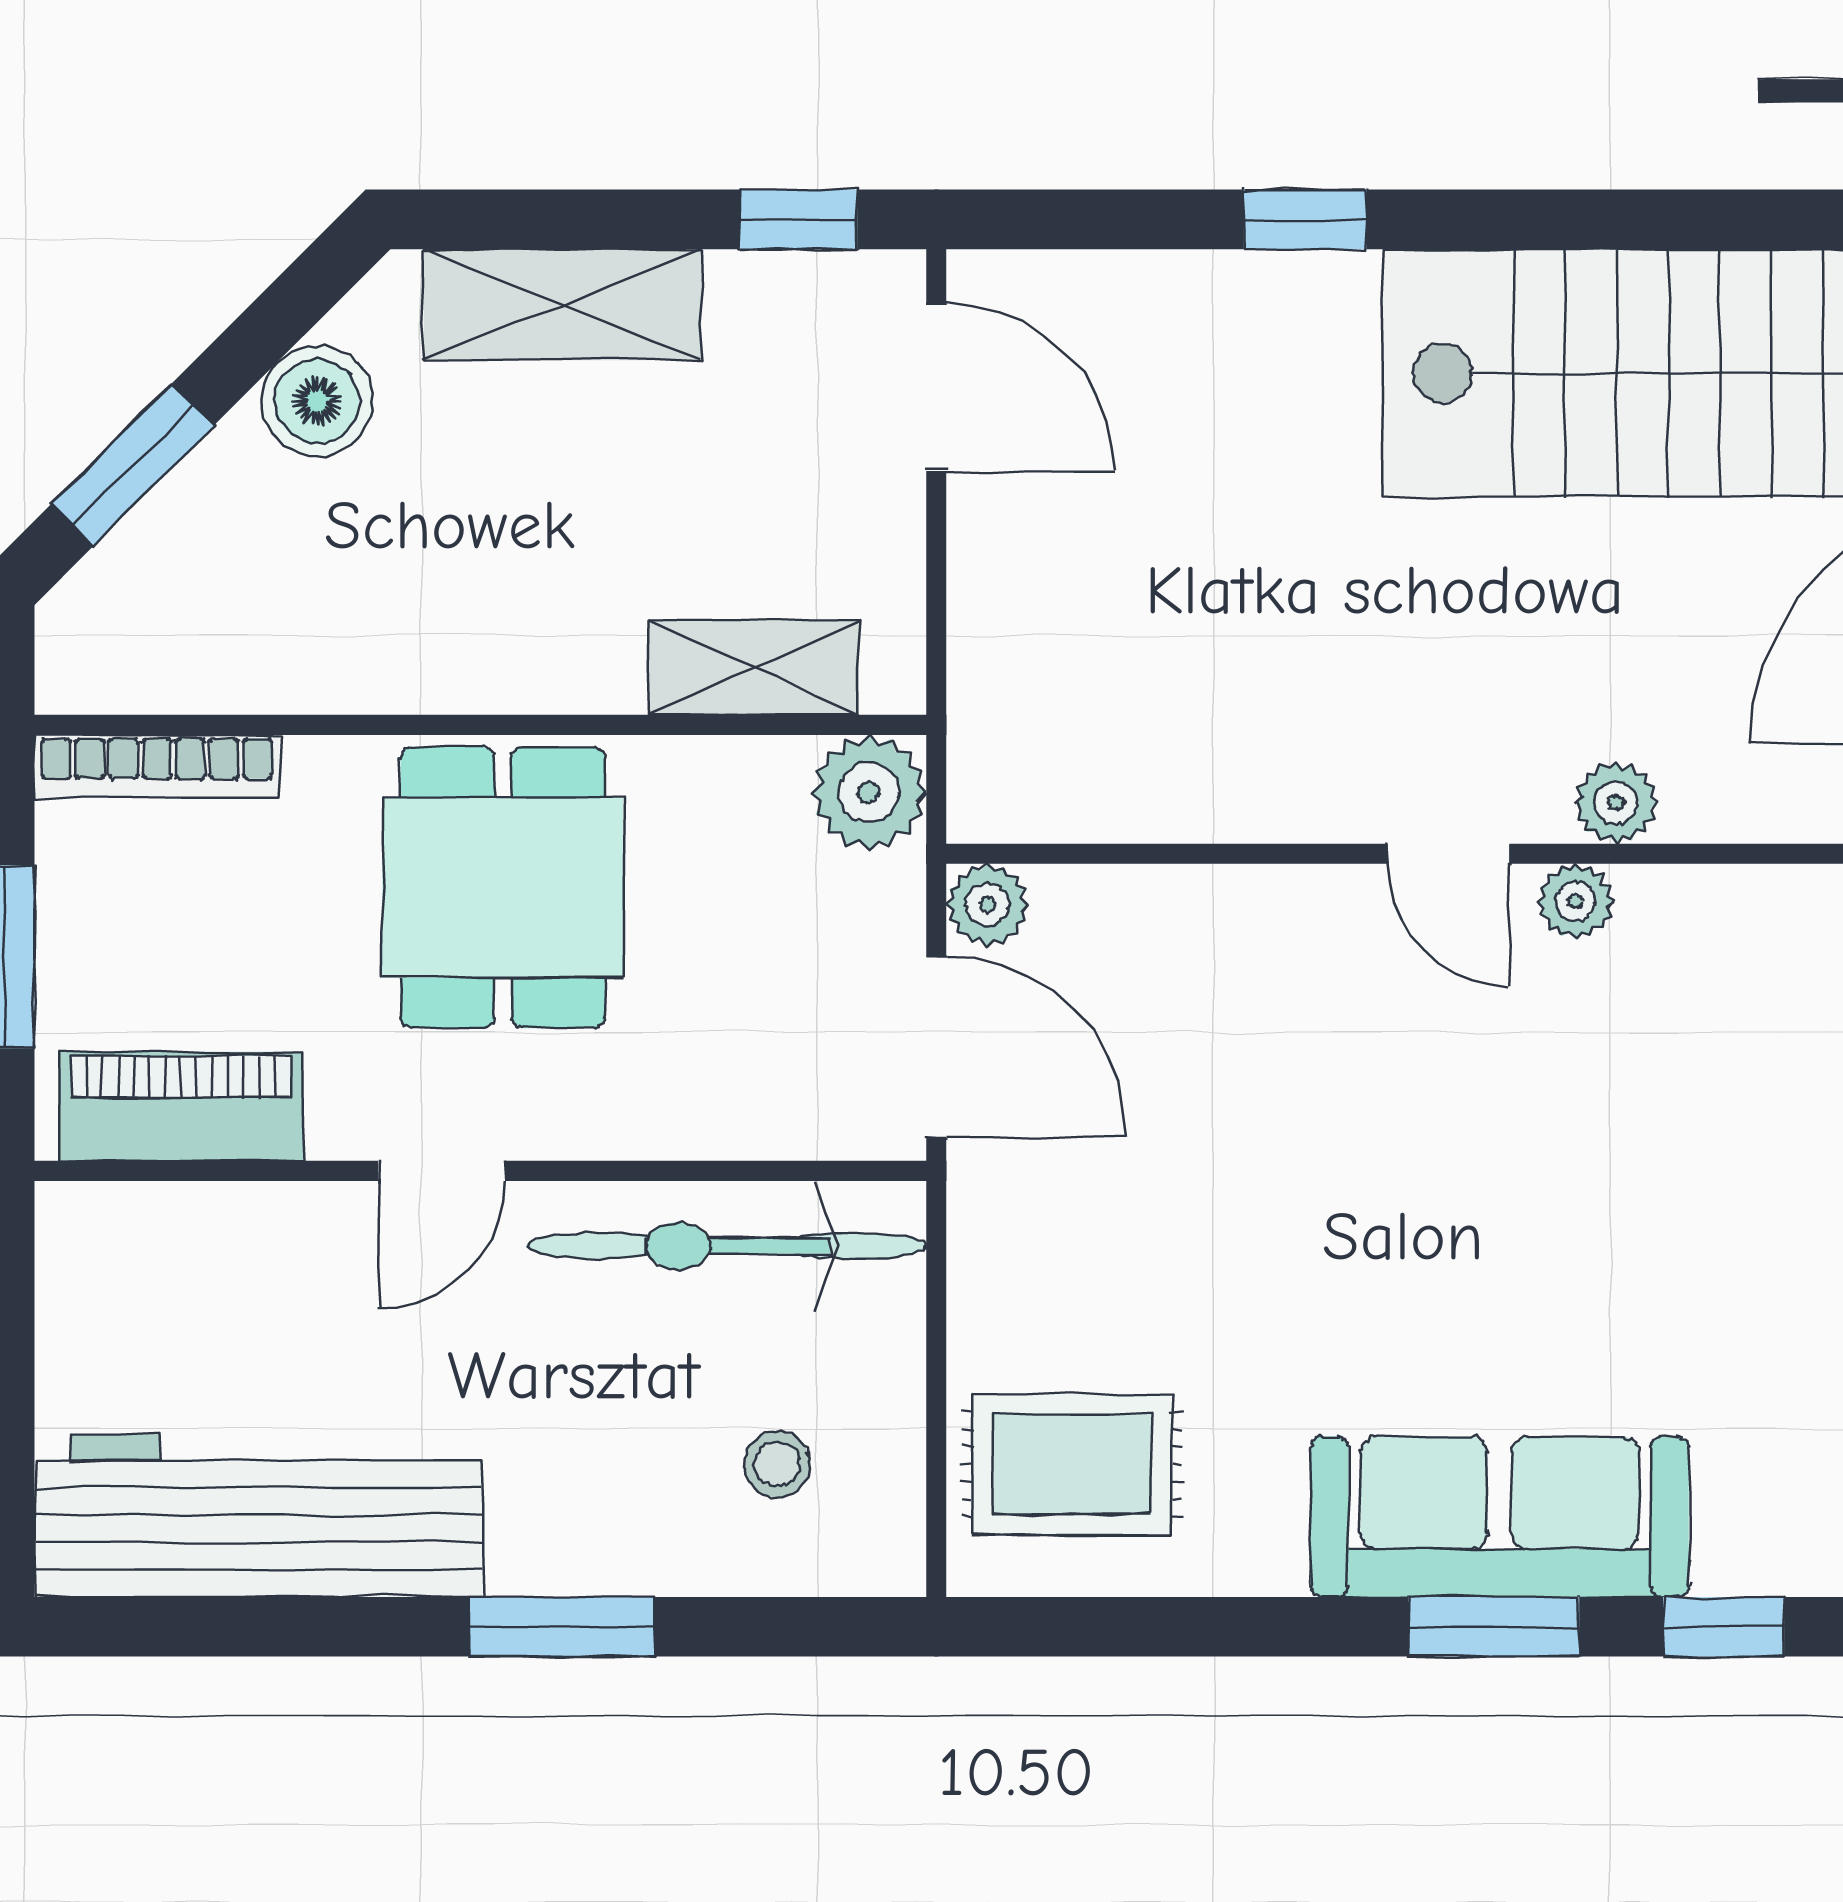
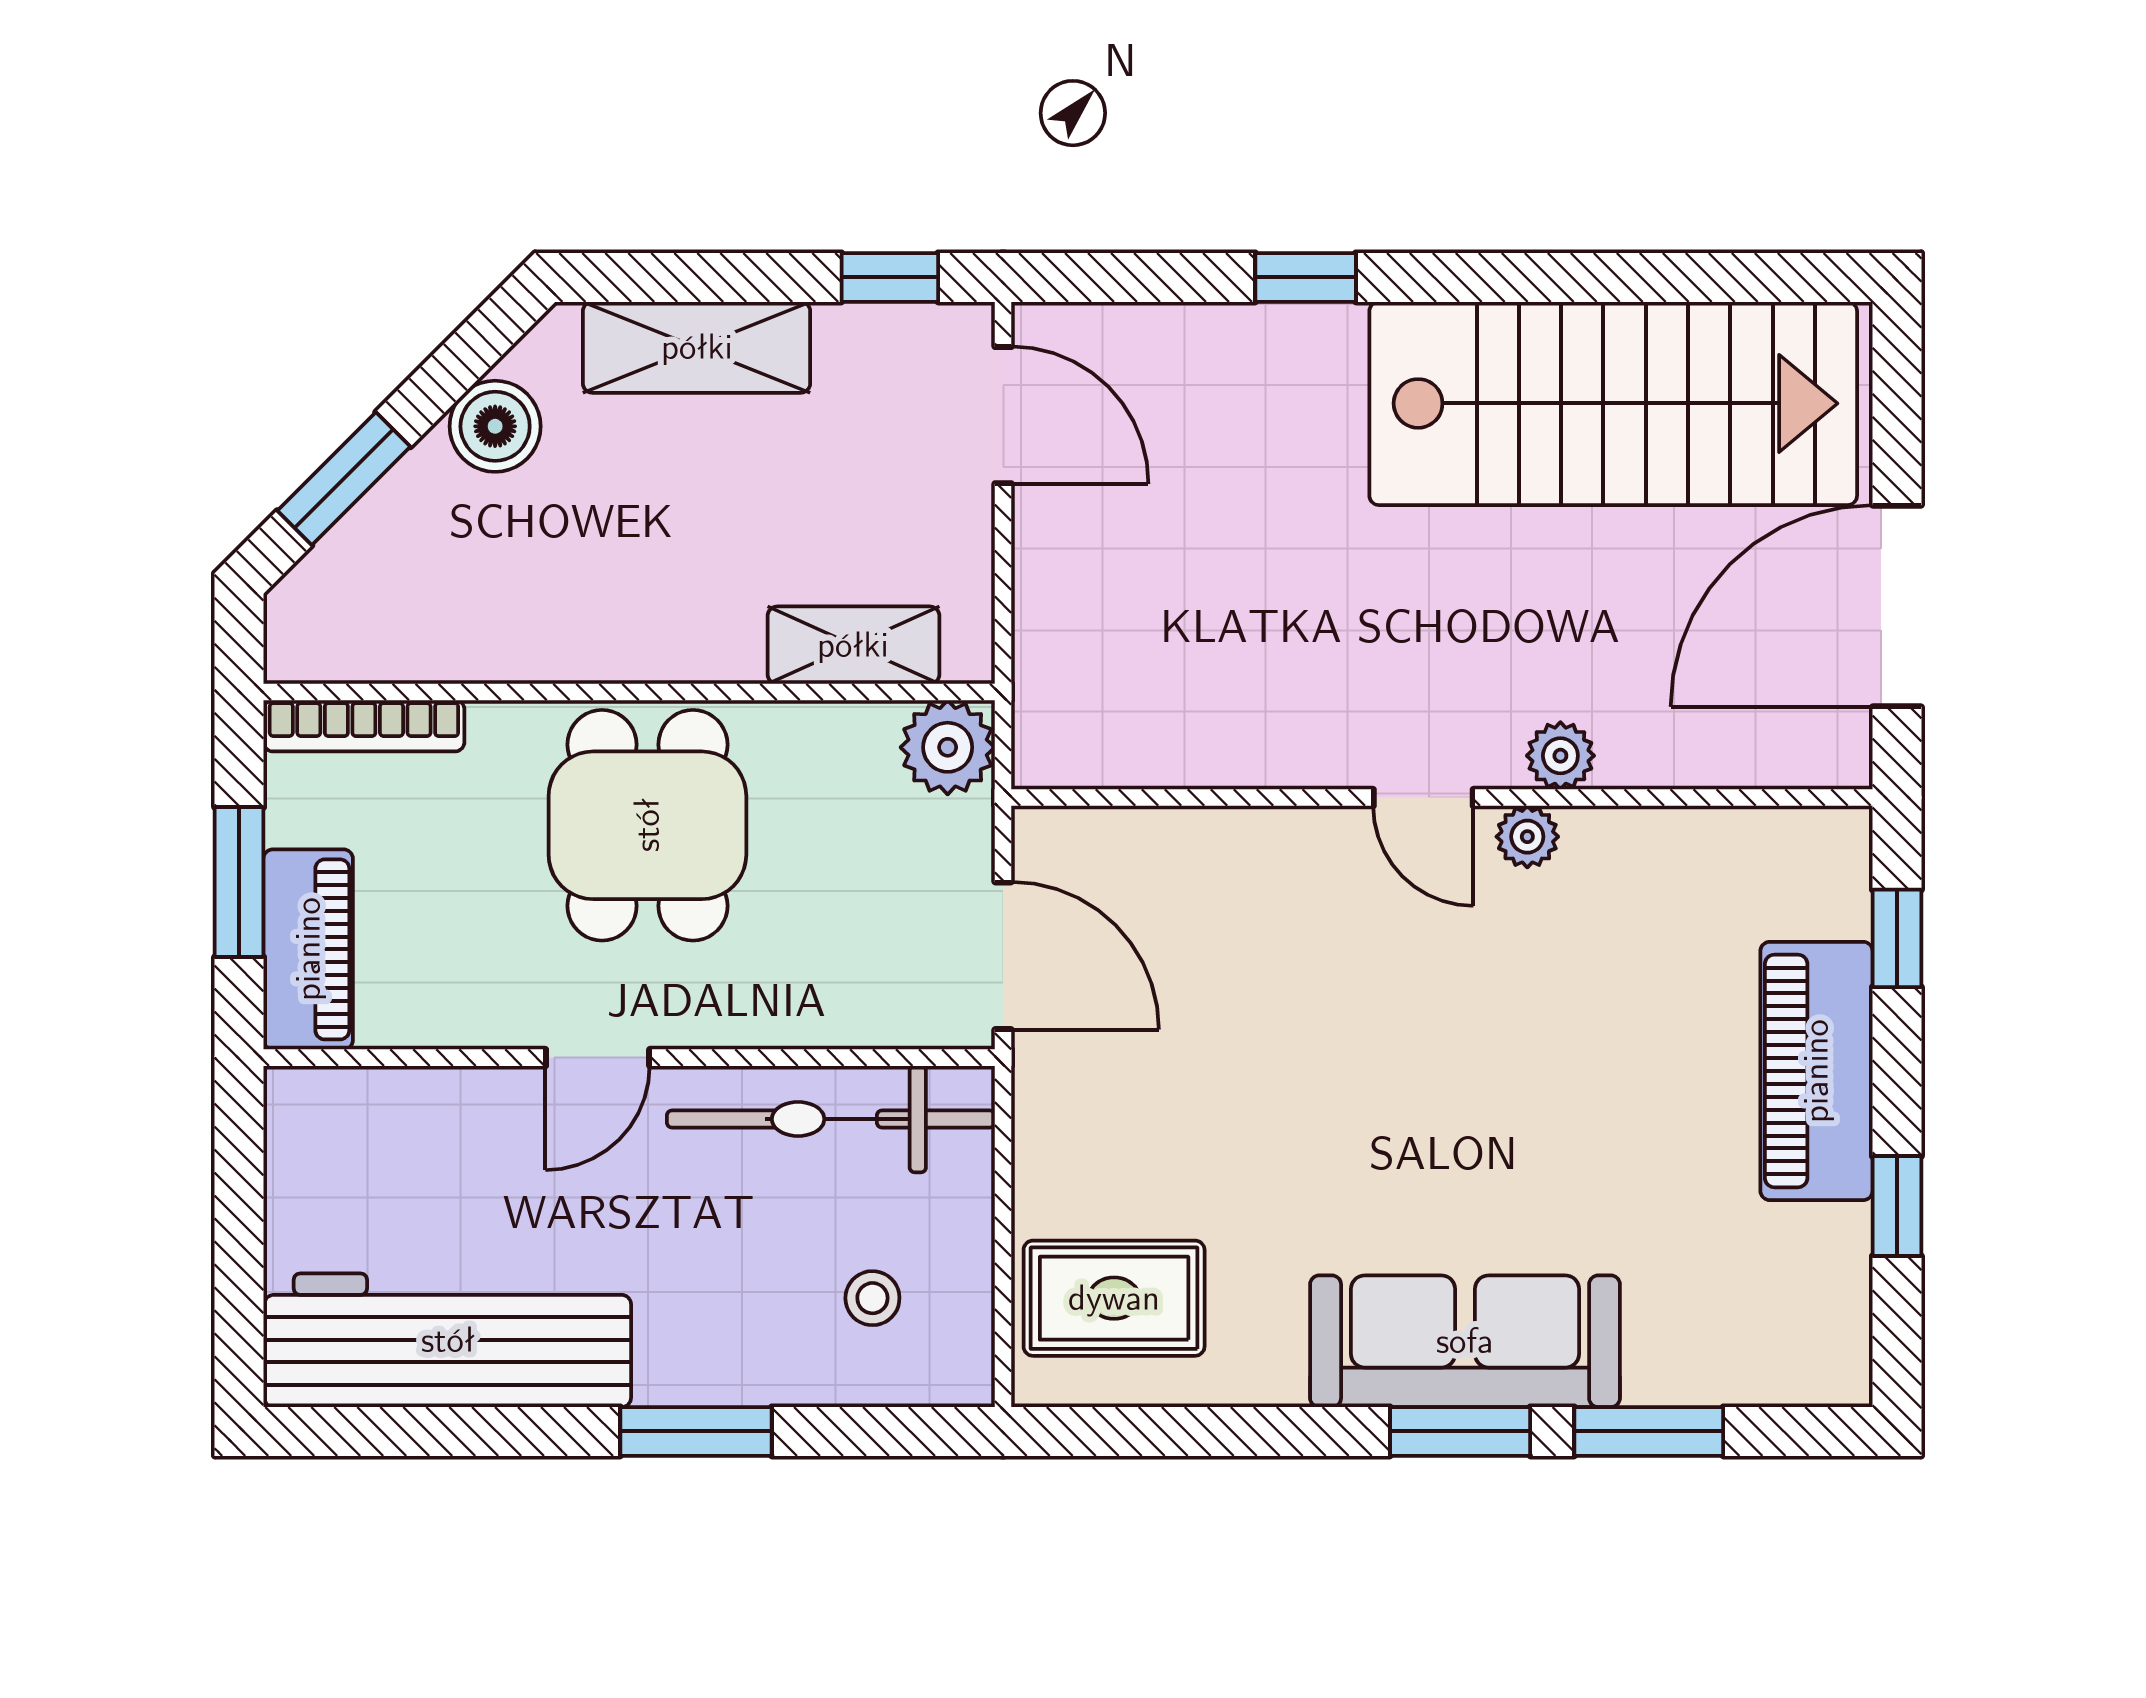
plant: (987, 905) -> (1045, 839), removed
piano: (181, 1106) -> (308, 949), moved, turned 90
window: (1724, 1627) -> (1649, 1431), width x1.50

